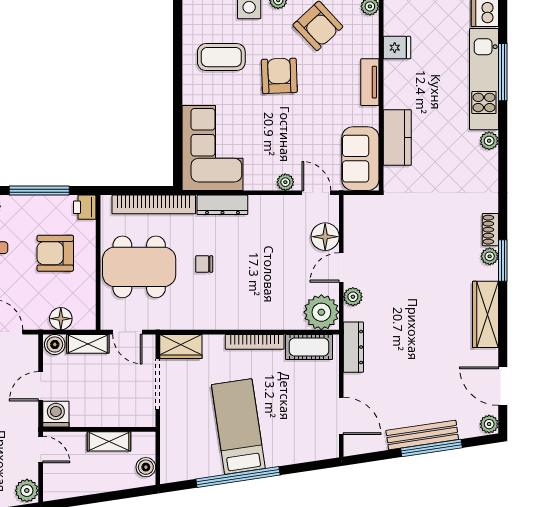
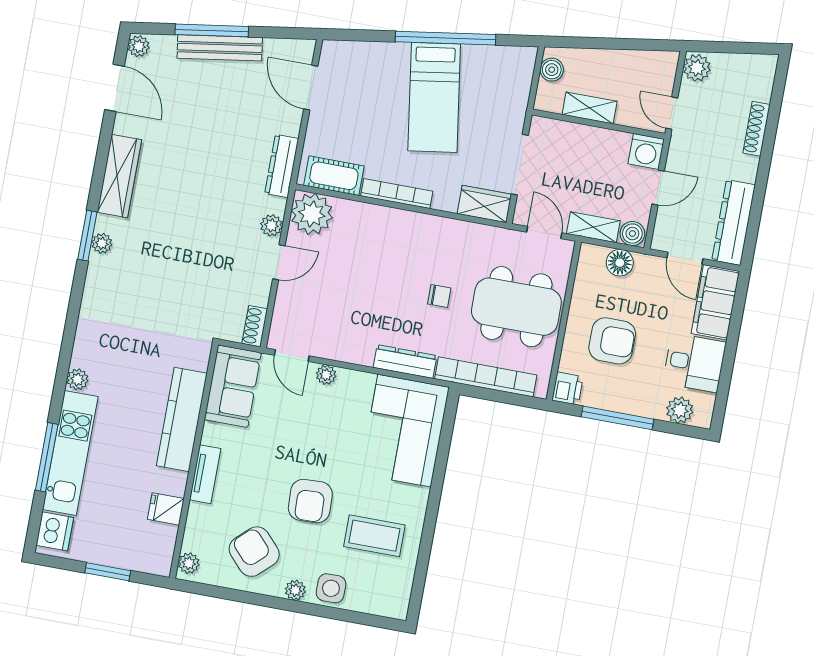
kitchen counter: (397, 137) -> (182, 420), width x1.50
shoe rack: (490, 230) -> (255, 326), moved, turned 180
floor lamp: (325, 237) -> (291, 302), removed

